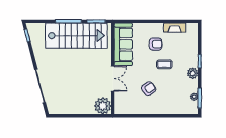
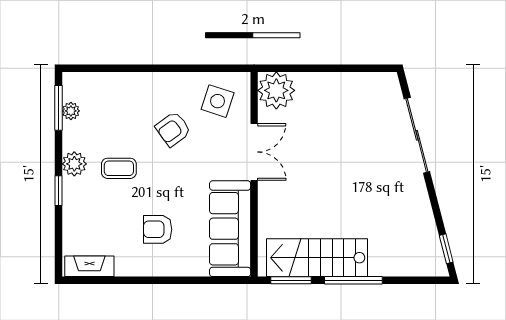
fireplace: (175, 28) -> (89, 266), moved
stairs: (76, 36) -> (317, 258), width x0.73, depth x0.66
coffee table: (164, 64) -> (119, 168), moved
double door: (113, 78) -> (254, 152), swing flipped
side table: (129, 101) -> (218, 101), added

